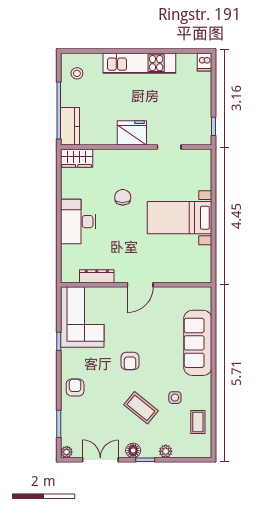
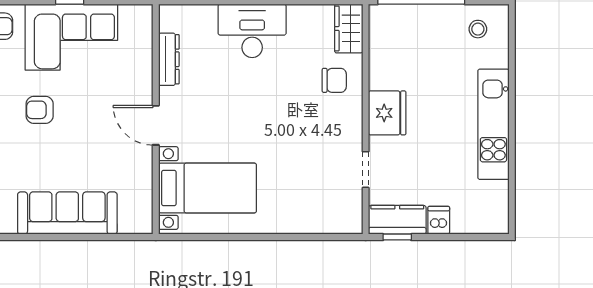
dishwasher: (205, 62) -> (439, 220), moved, turned 90
kitchen counter: (70, 126) -> (397, 220), moved, turned 180
chair: (123, 197) -> (334, 80), moved
bed with nightstands: (180, 218) -> (208, 188), moved, turned 90
corner sofa: (82, 317) -> (71, 37), moved

